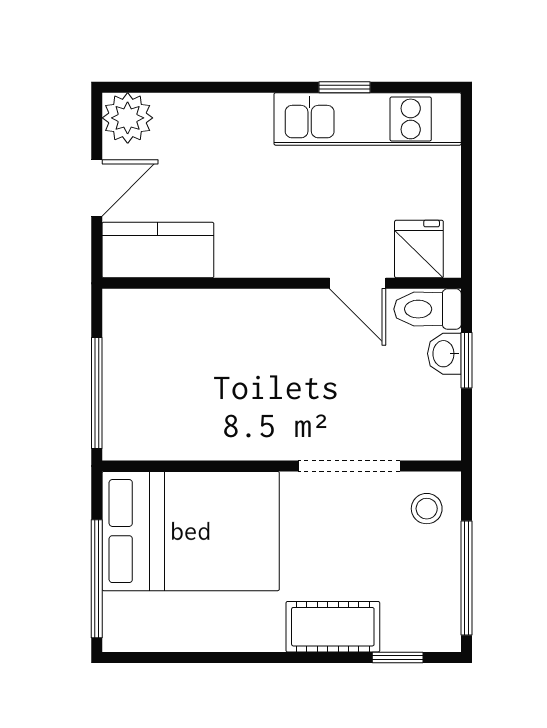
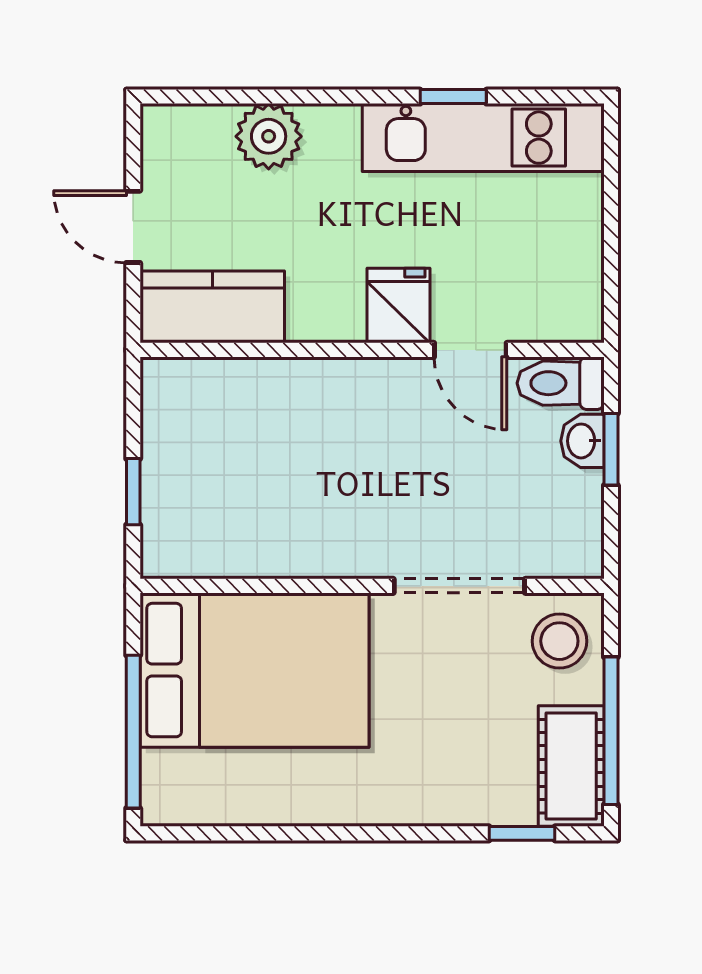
plant: (128, 118) -> (269, 136), moved
door: (97, 188) -> (133, 227), swing flipped
fridge: (419, 249) -> (399, 306), moved
window: (97, 393) -> (133, 492), width x0.46
stool: (427, 509) -> (559, 641), width x1.37, depth x1.37
cot: (333, 627) -> (571, 766), moved, turned 90

